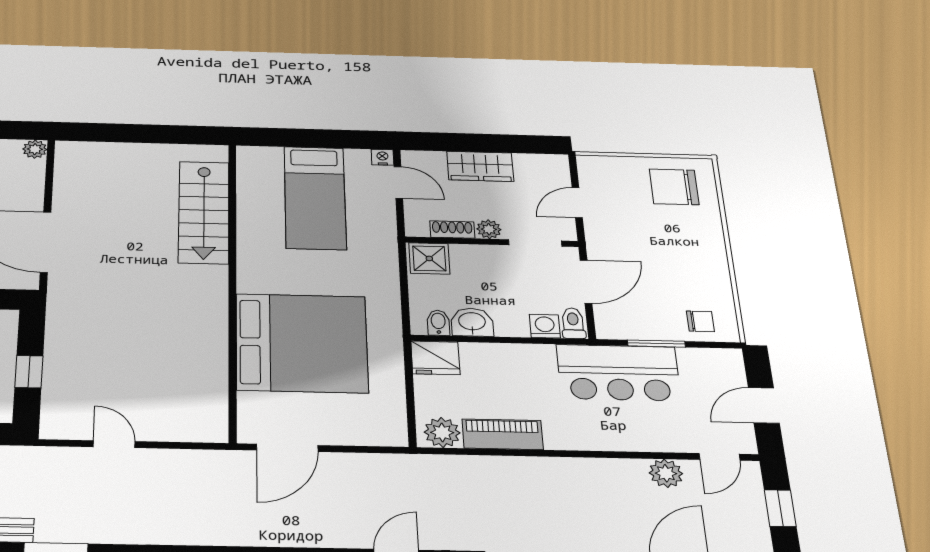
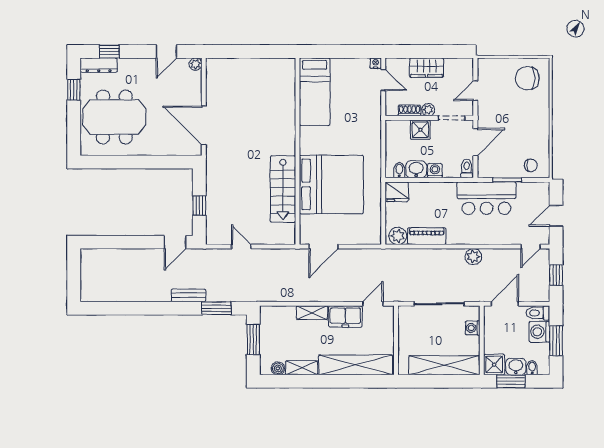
bed: (315, 198) -> (315, 92), moved
stairs: (204, 212) -> (283, 189), moved
shower: (429, 258) -> (420, 130), moved
washing machine: (545, 326) -> (435, 171), moved
plant: (666, 473) -> (473, 257), moved

